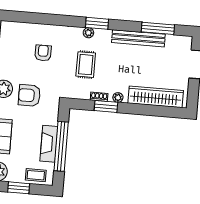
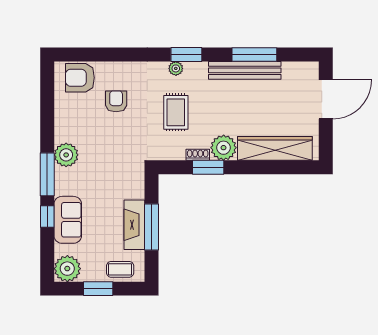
window: (158, 28) -> (254, 55), moved
armchair: (29, 95) -> (80, 78), moved
plant: (118, 97) -> (224, 148), width x1.88, depth x1.88
window: (61, 146) -> (151, 227), width x0.68

